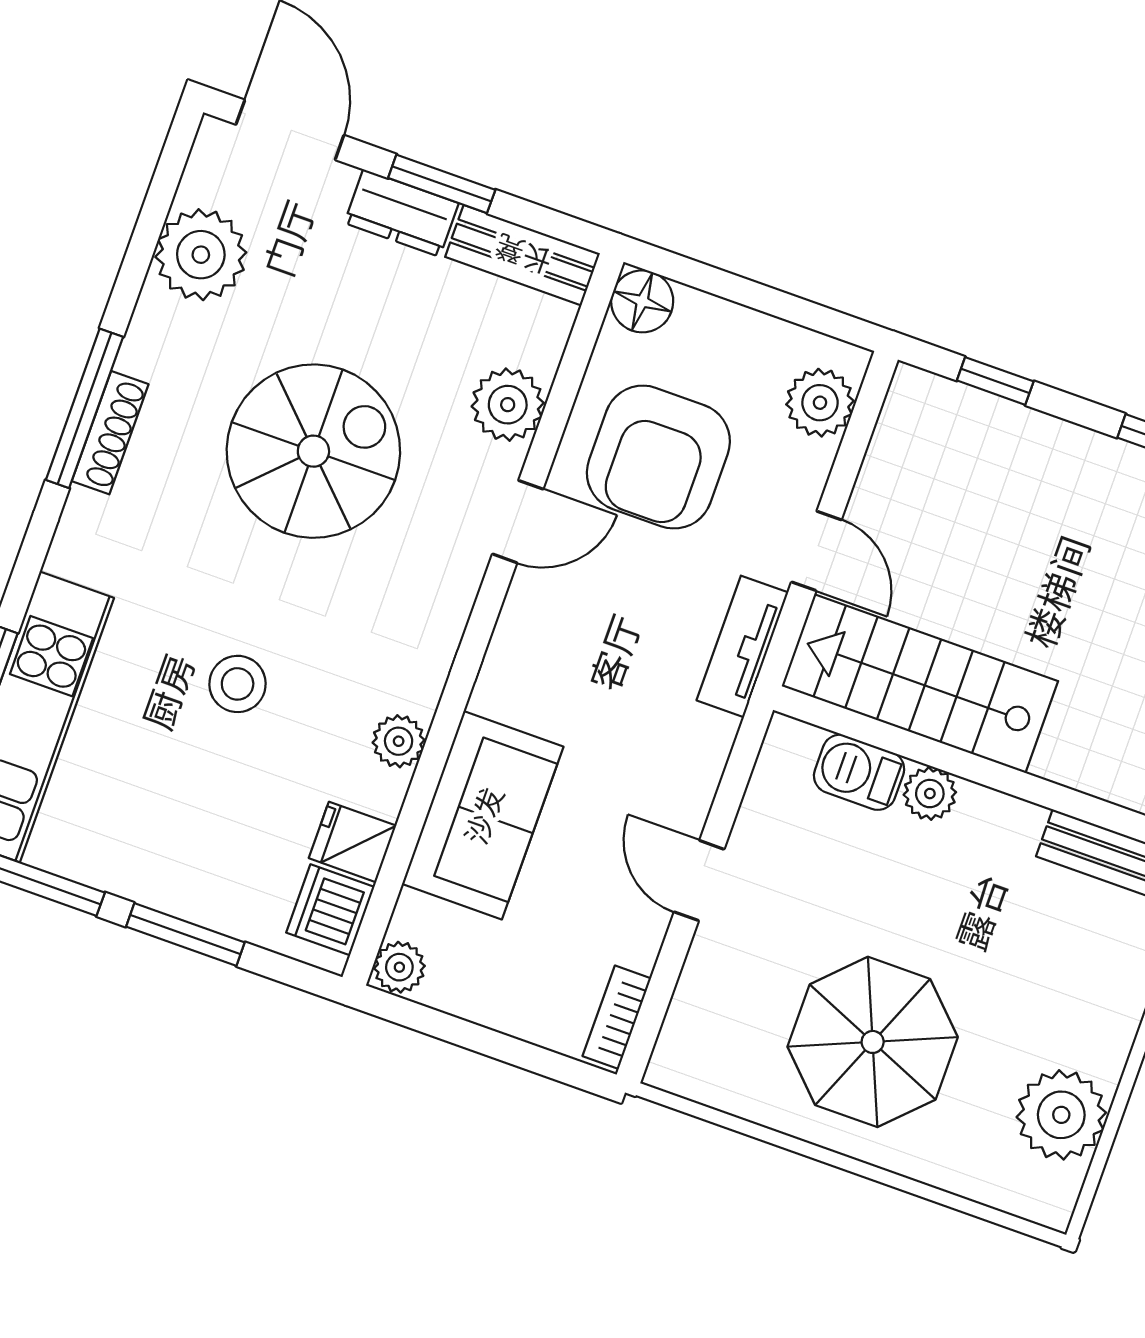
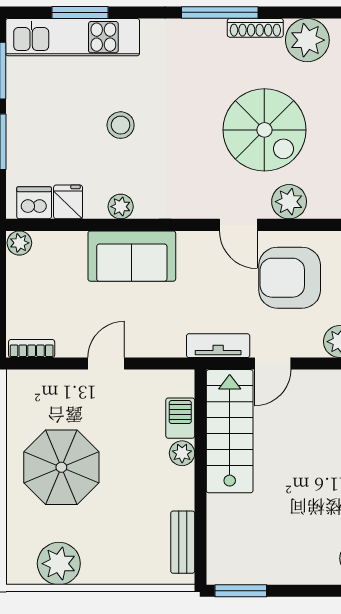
shoe rack: (110, 433) -> (255, 28), moved
spiral stairs: (313, 451) -> (264, 130), moved
sofa: (483, 815) -> (132, 256), moved

